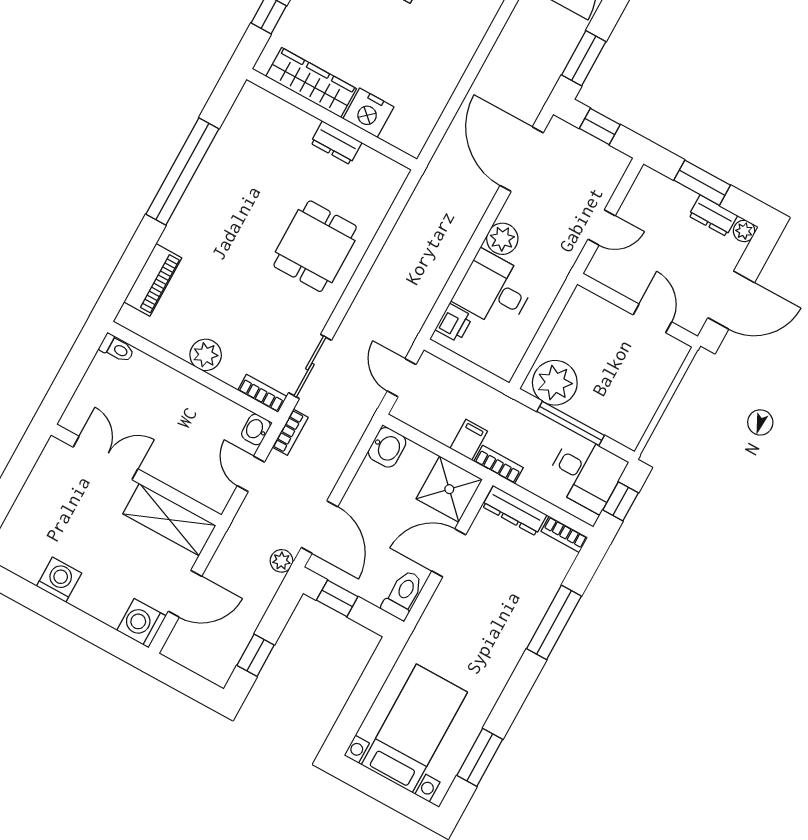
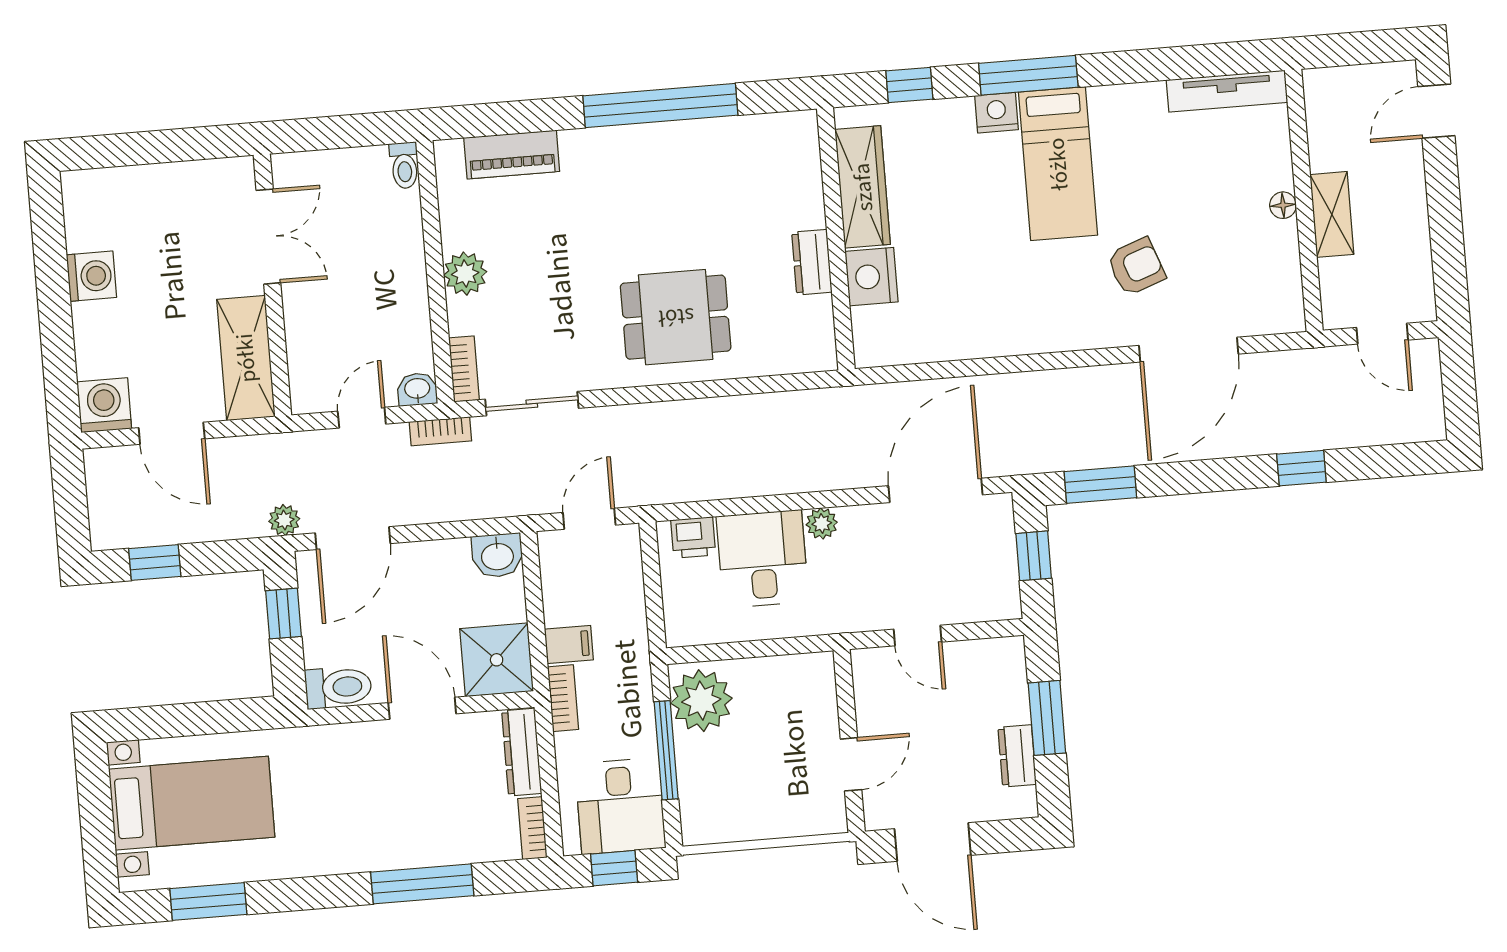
plant: (744, 231) -> (1023, 804), removed
plant: (502, 239) -> (822, 523), width x0.73, depth x0.73

